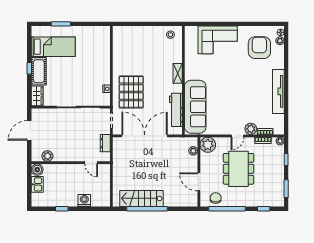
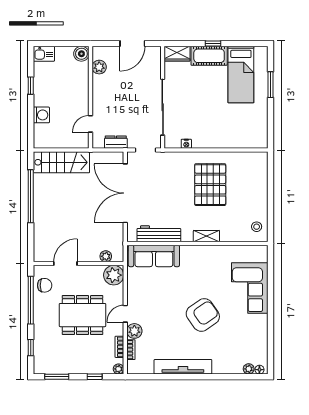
armchair: (259, 48) -> (203, 315), moved, turned -35
pallet: (131, 92) -> (210, 185), moved, turned 90
sofa: (195, 107) -> (154, 256), width x0.74, depth x0.79
door: (29, 130) -> (132, 44), swing flipped
double door: (145, 136) -> (125, 193), swing flipped
door: (237, 136) -> (125, 314), hinge flipped
kitchen sink: (37, 184) -> (44, 54), moved
stairs: (141, 198) -> (61, 162), moved, turned 90

